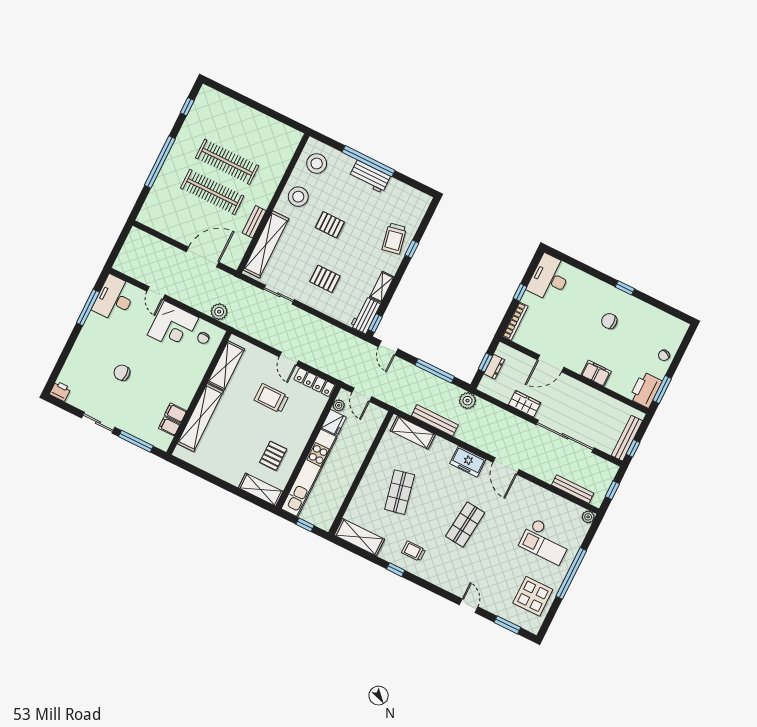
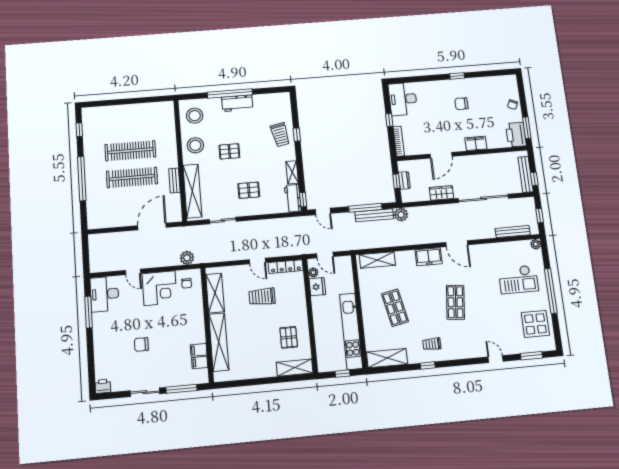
bench: (435, 420) -> (374, 215), moved
kitchen unit: (309, 473) -> (351, 331), moved, turned 180

